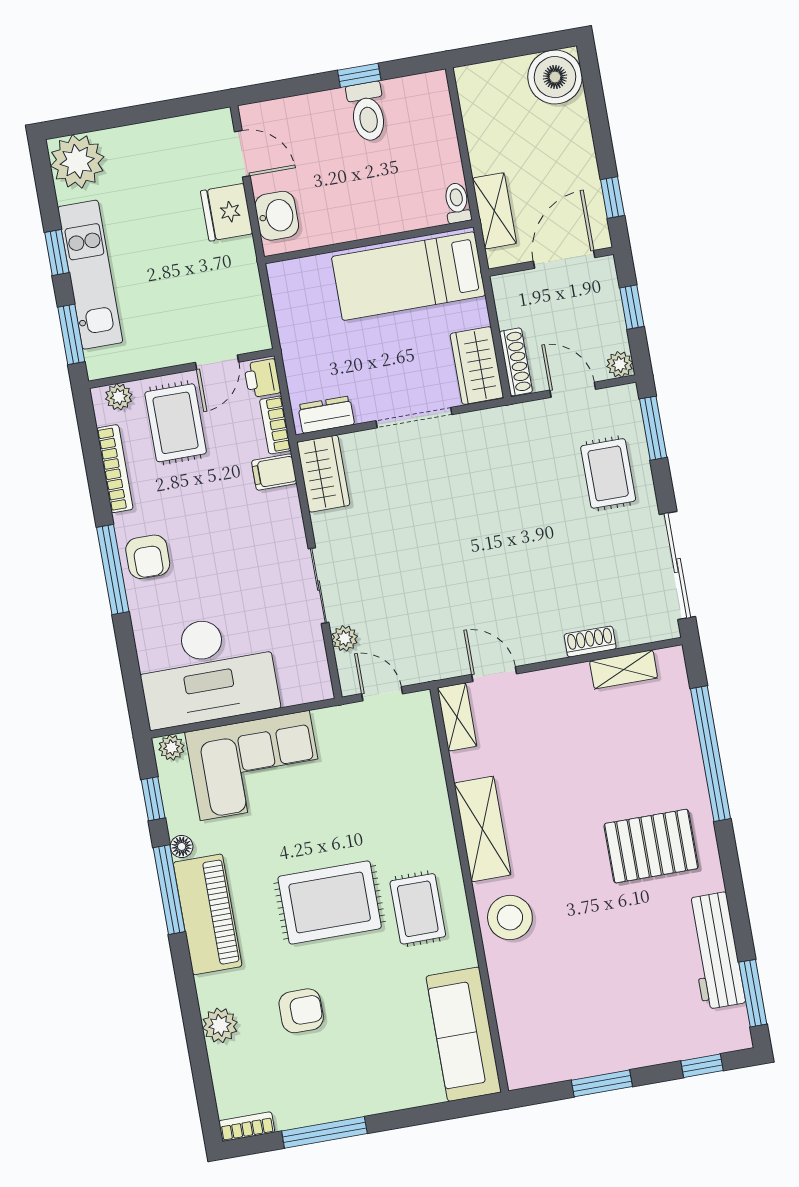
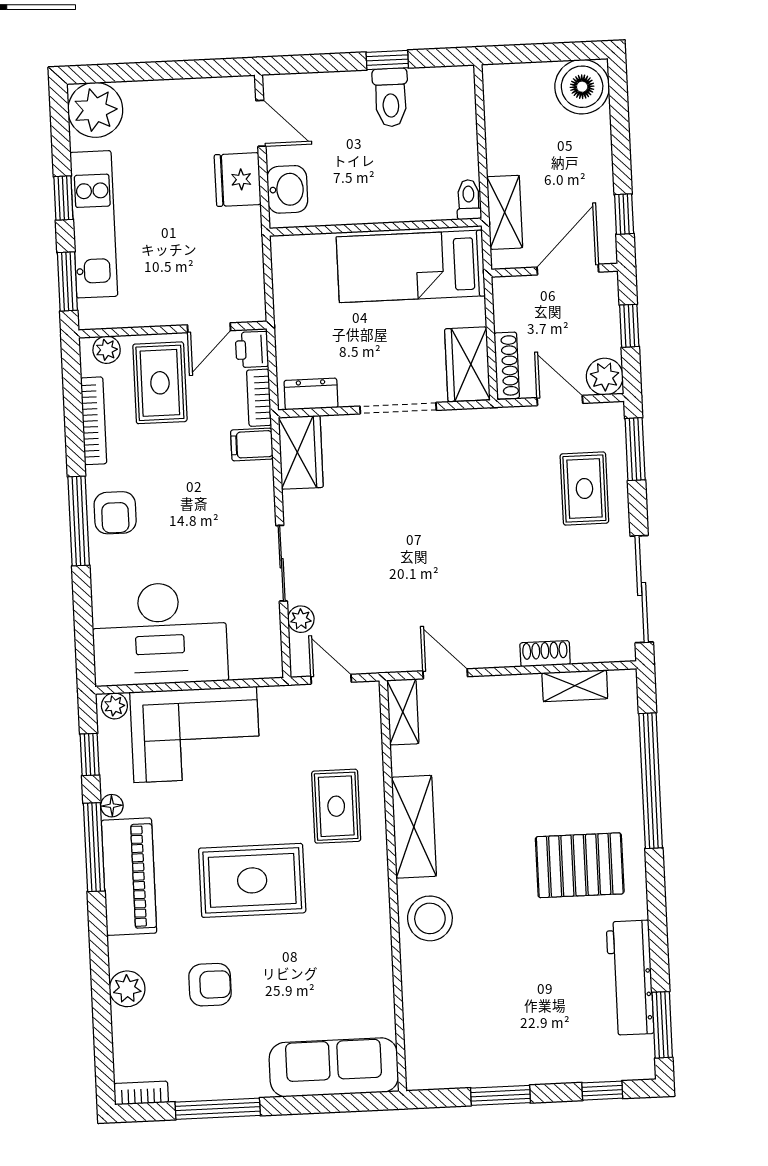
plant: (620, 364) -> (605, 377), width x1.38, depth x1.38
rug: (418, 909) -> (336, 806), moved
sofa: (464, 1034) -> (334, 1067), moved, turned 90

